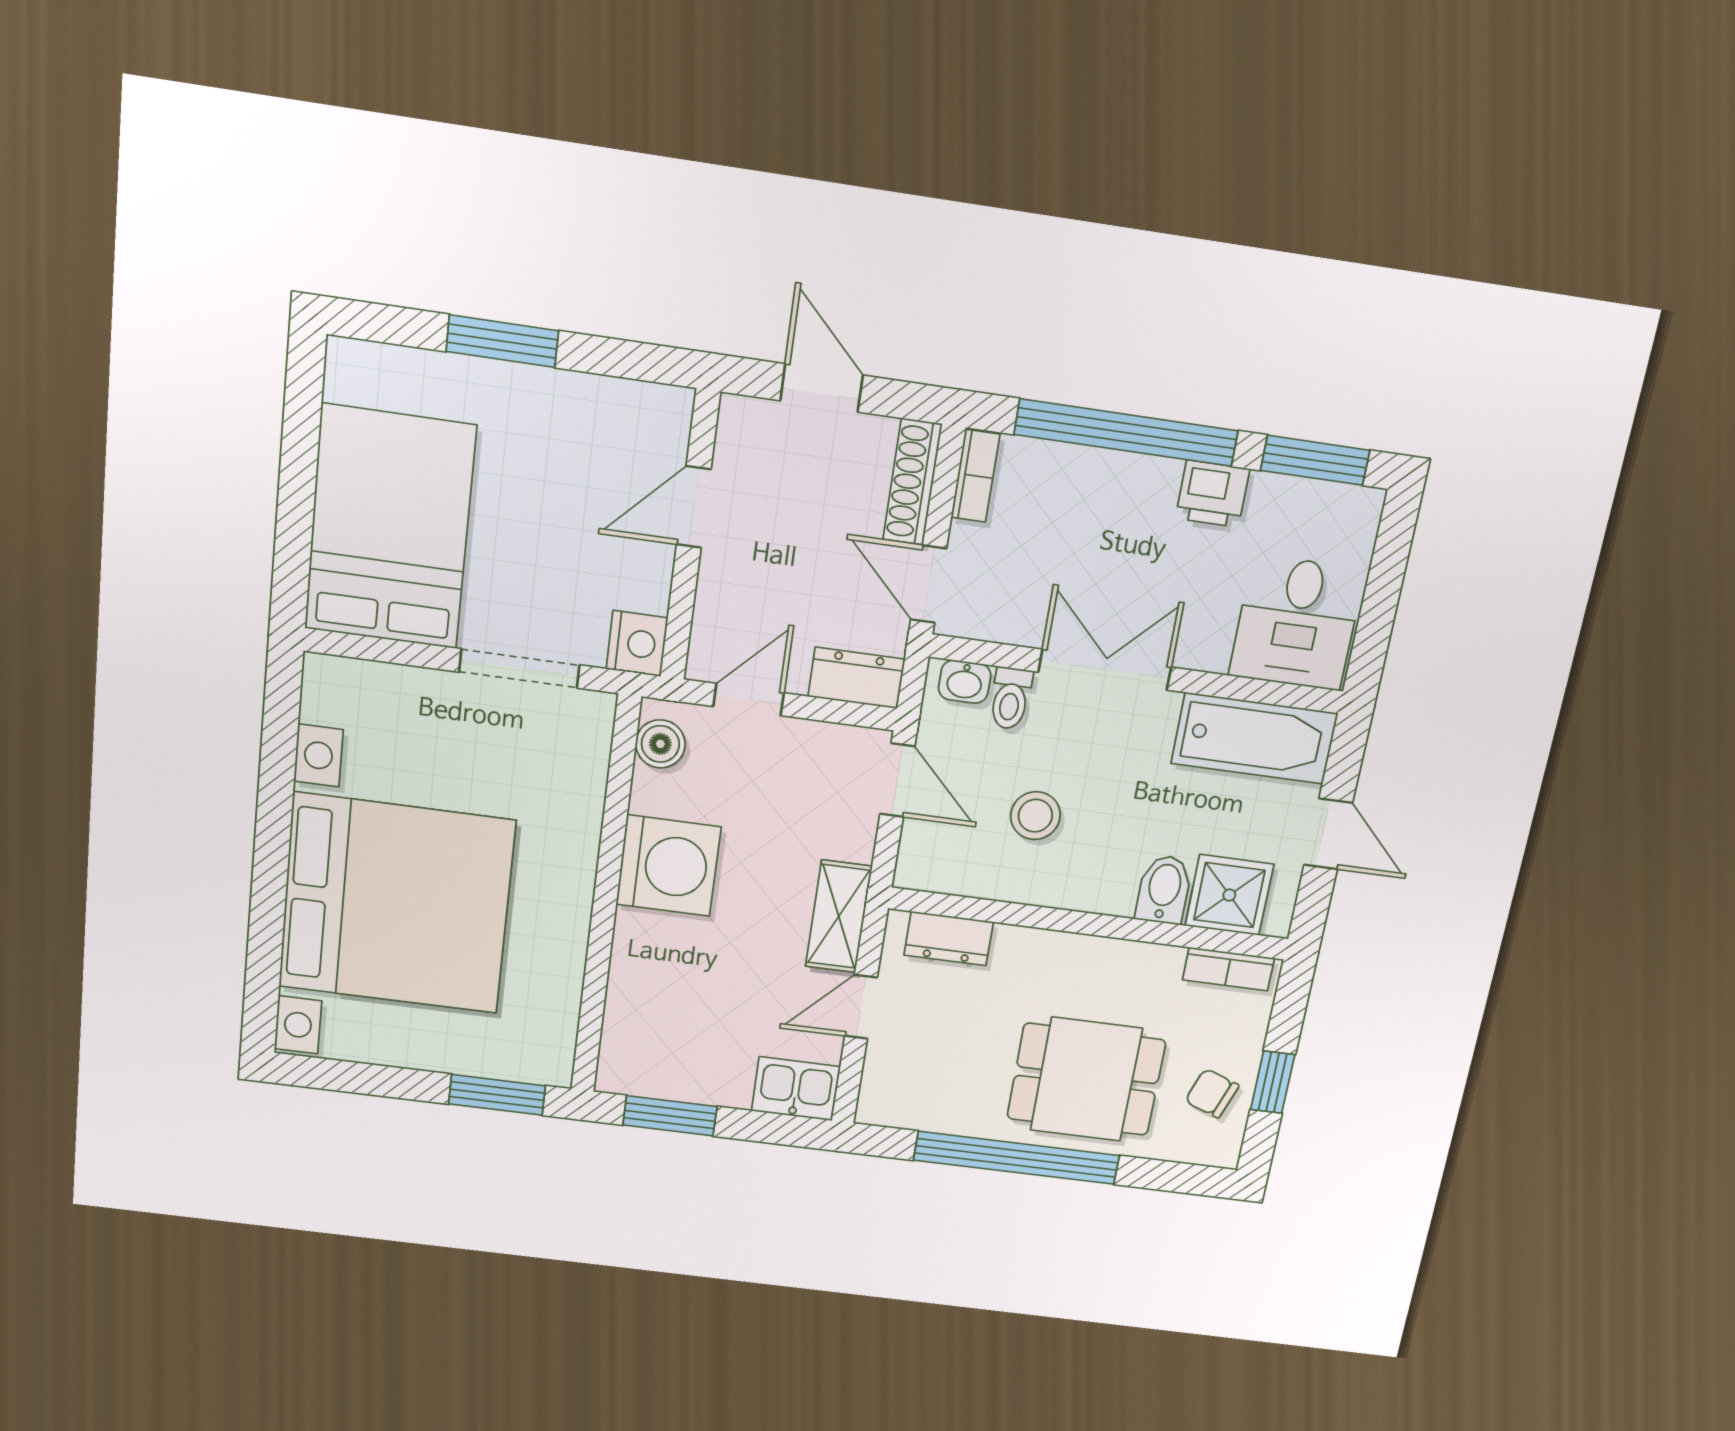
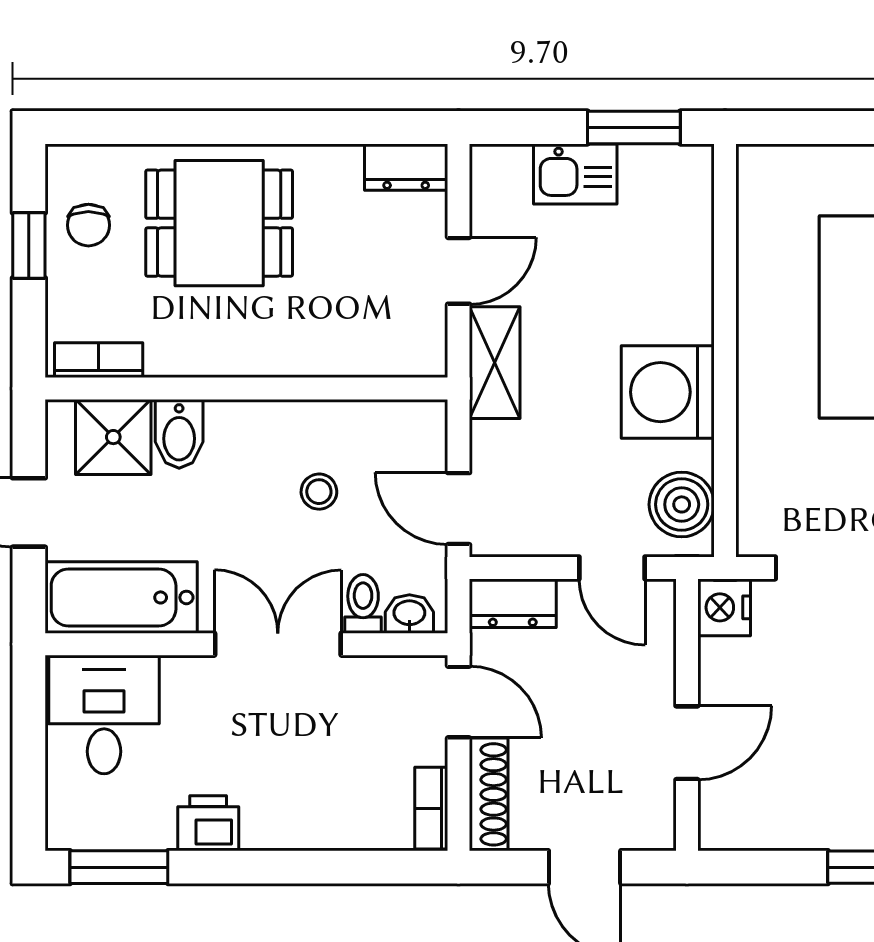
window: (1126, 433) -> (299, 867), removed
double door: (1105, 670) -> (278, 644), swing flipped
door: (749, 700) -> (612, 568), hinge flipped
boiler: (660, 744) -> (682, 504), width x1.36, depth x1.36
stool: (1035, 816) -> (319, 492), width x0.73, depth x0.73
dresser: (949, 939) -> (406, 167), moved, turned 180
kitchen sink: (796, 1089) -> (575, 174), moved
chair: (1212, 1093) -> (88, 225), turned 70
window: (497, 1095) -> (810, 127), removed
window: (1017, 1158) -> (275, 127), removed

